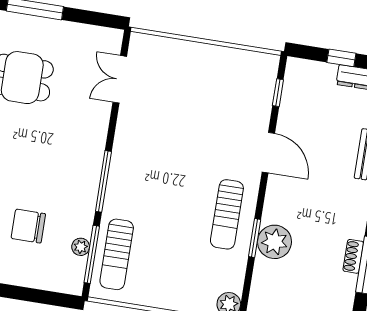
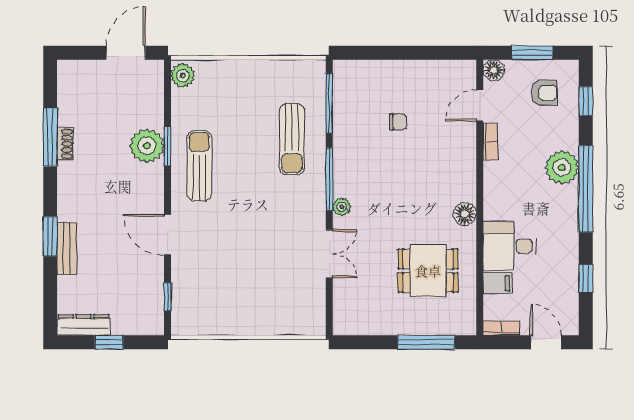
double door: (120, 79) -> (329, 254), moved
chair: (28, 226) -> (398, 122), width x0.54, depth x0.54
plant: (81, 247) -> (342, 207), moved
sun lounger: (117, 254) -> (292, 139), moved, turned 180

